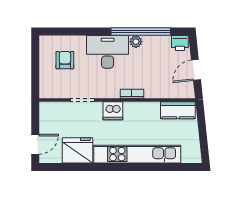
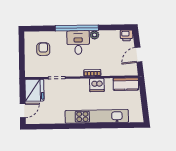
window: (141, 32) -> (77, 28), moved
desk: (108, 52) -> (78, 43), width x0.73
dishwasher: (113, 111) -> (97, 85), moved
fridge: (78, 150) -> (34, 90), moved, turned 90

